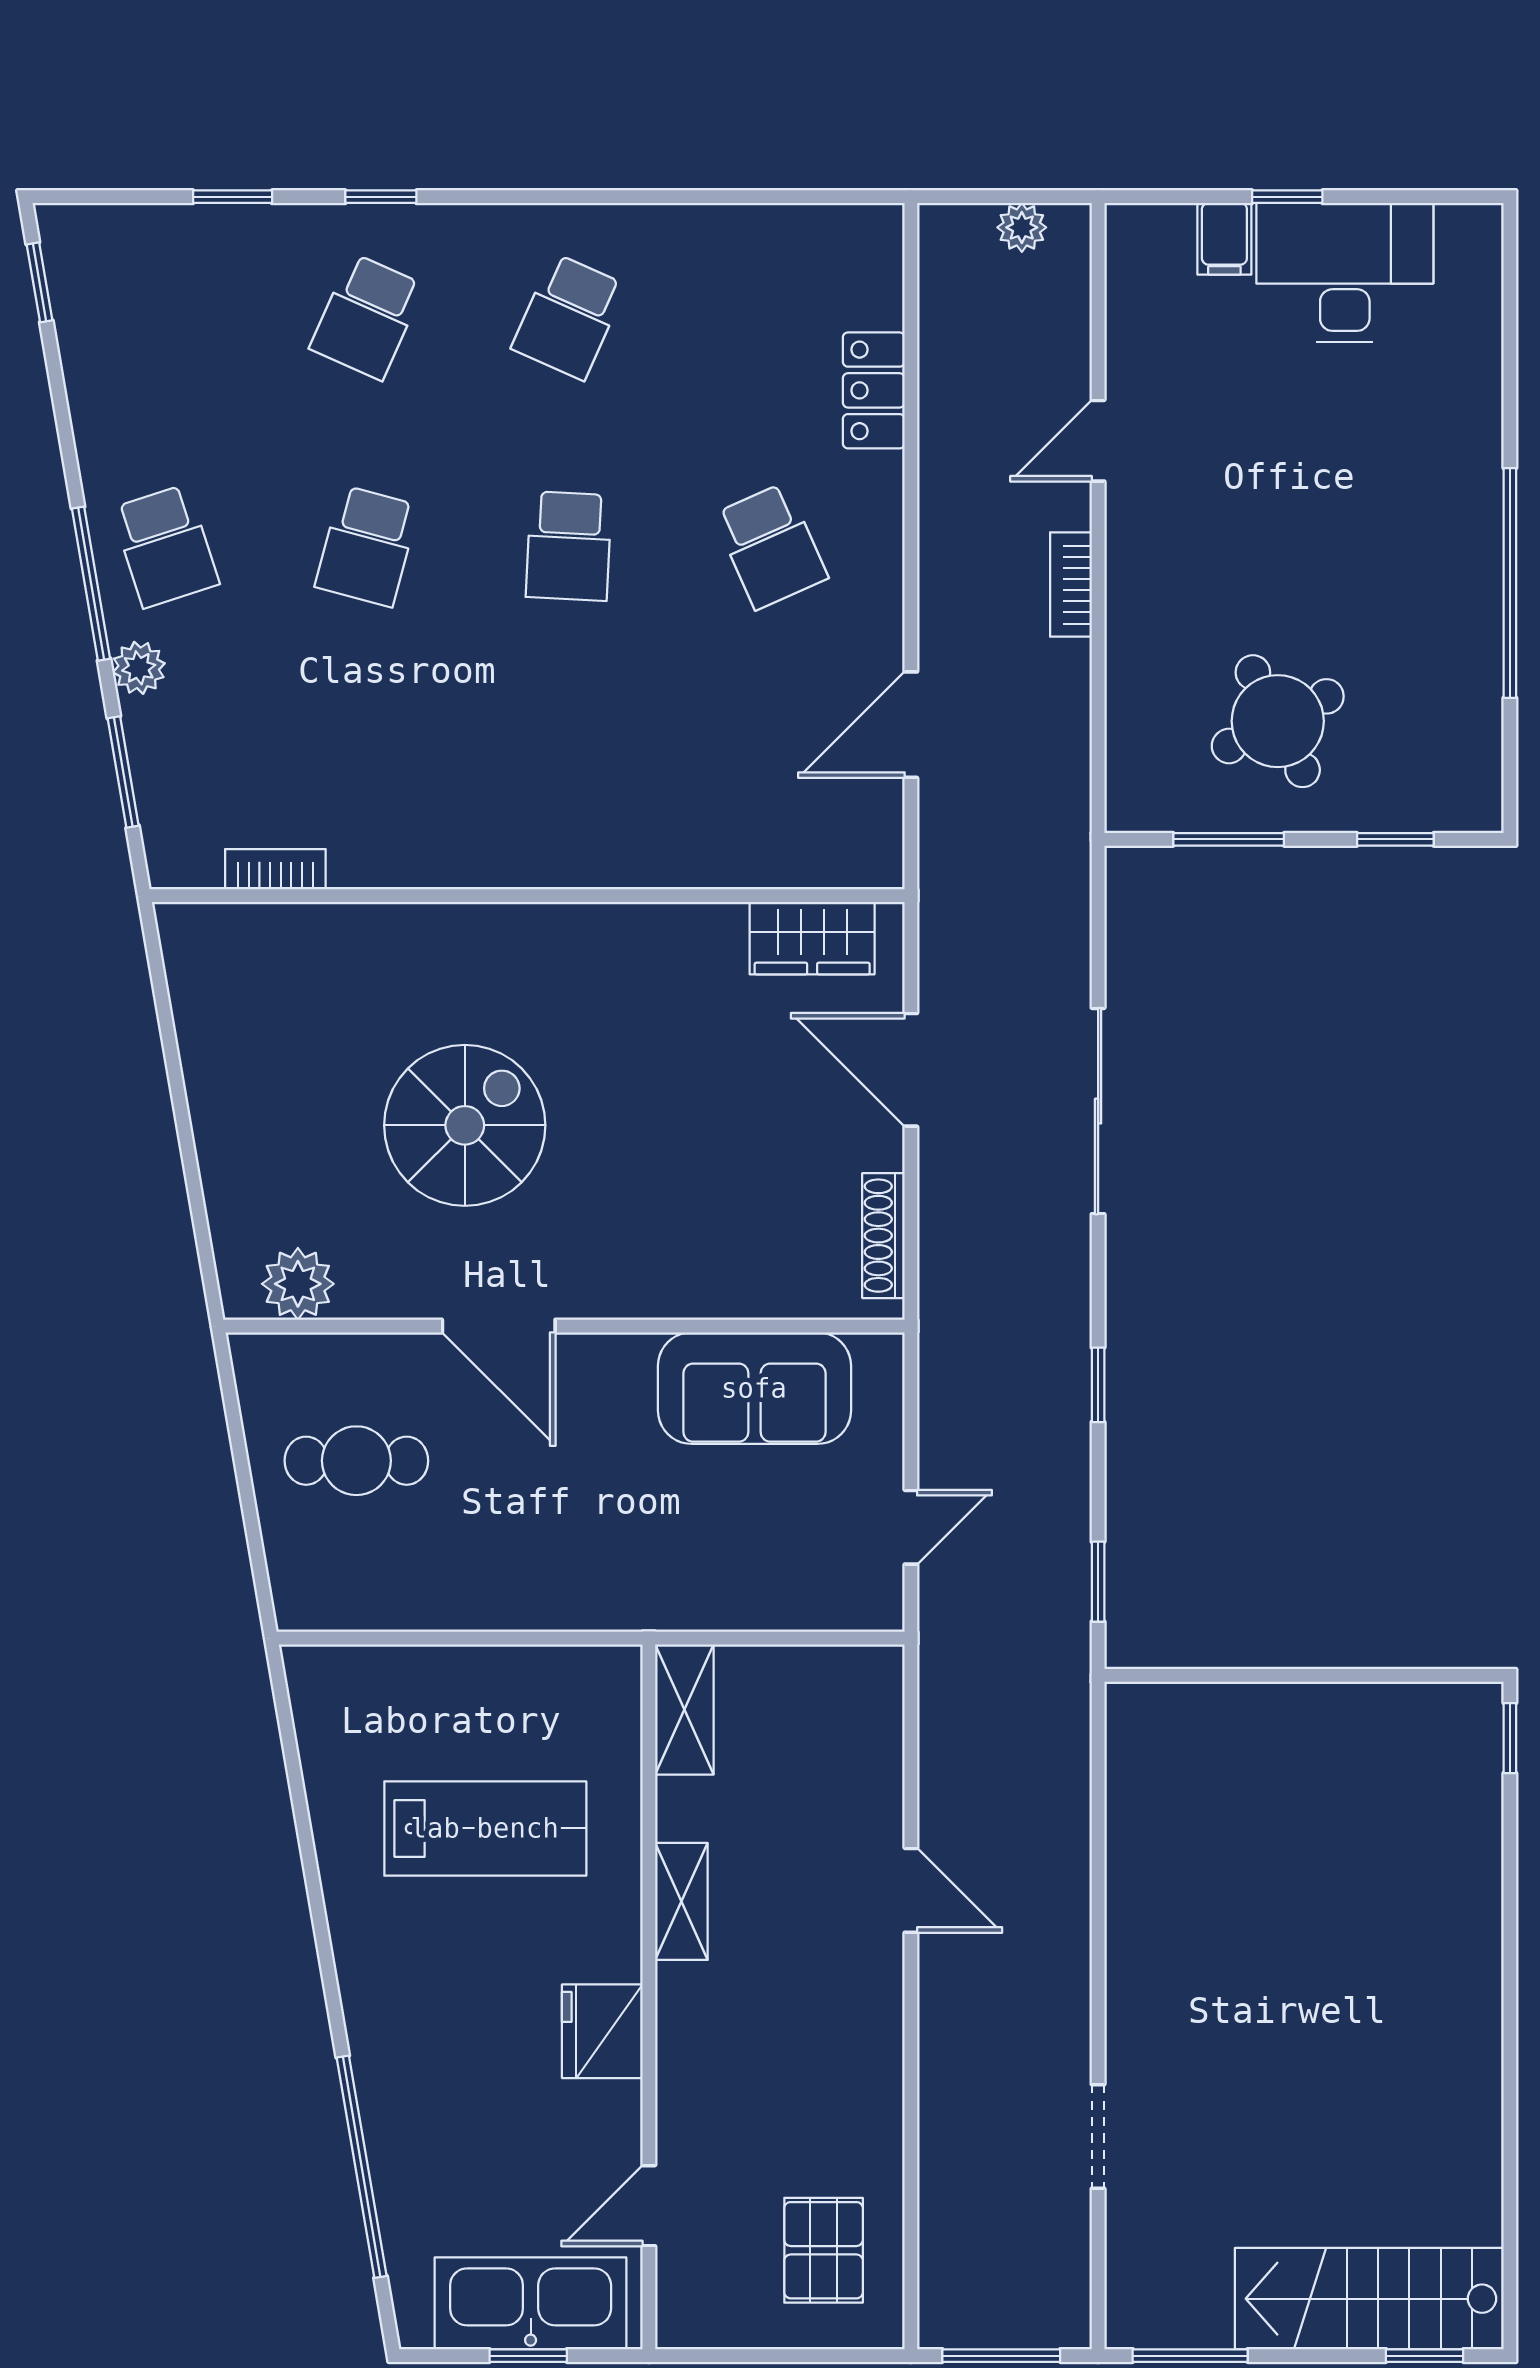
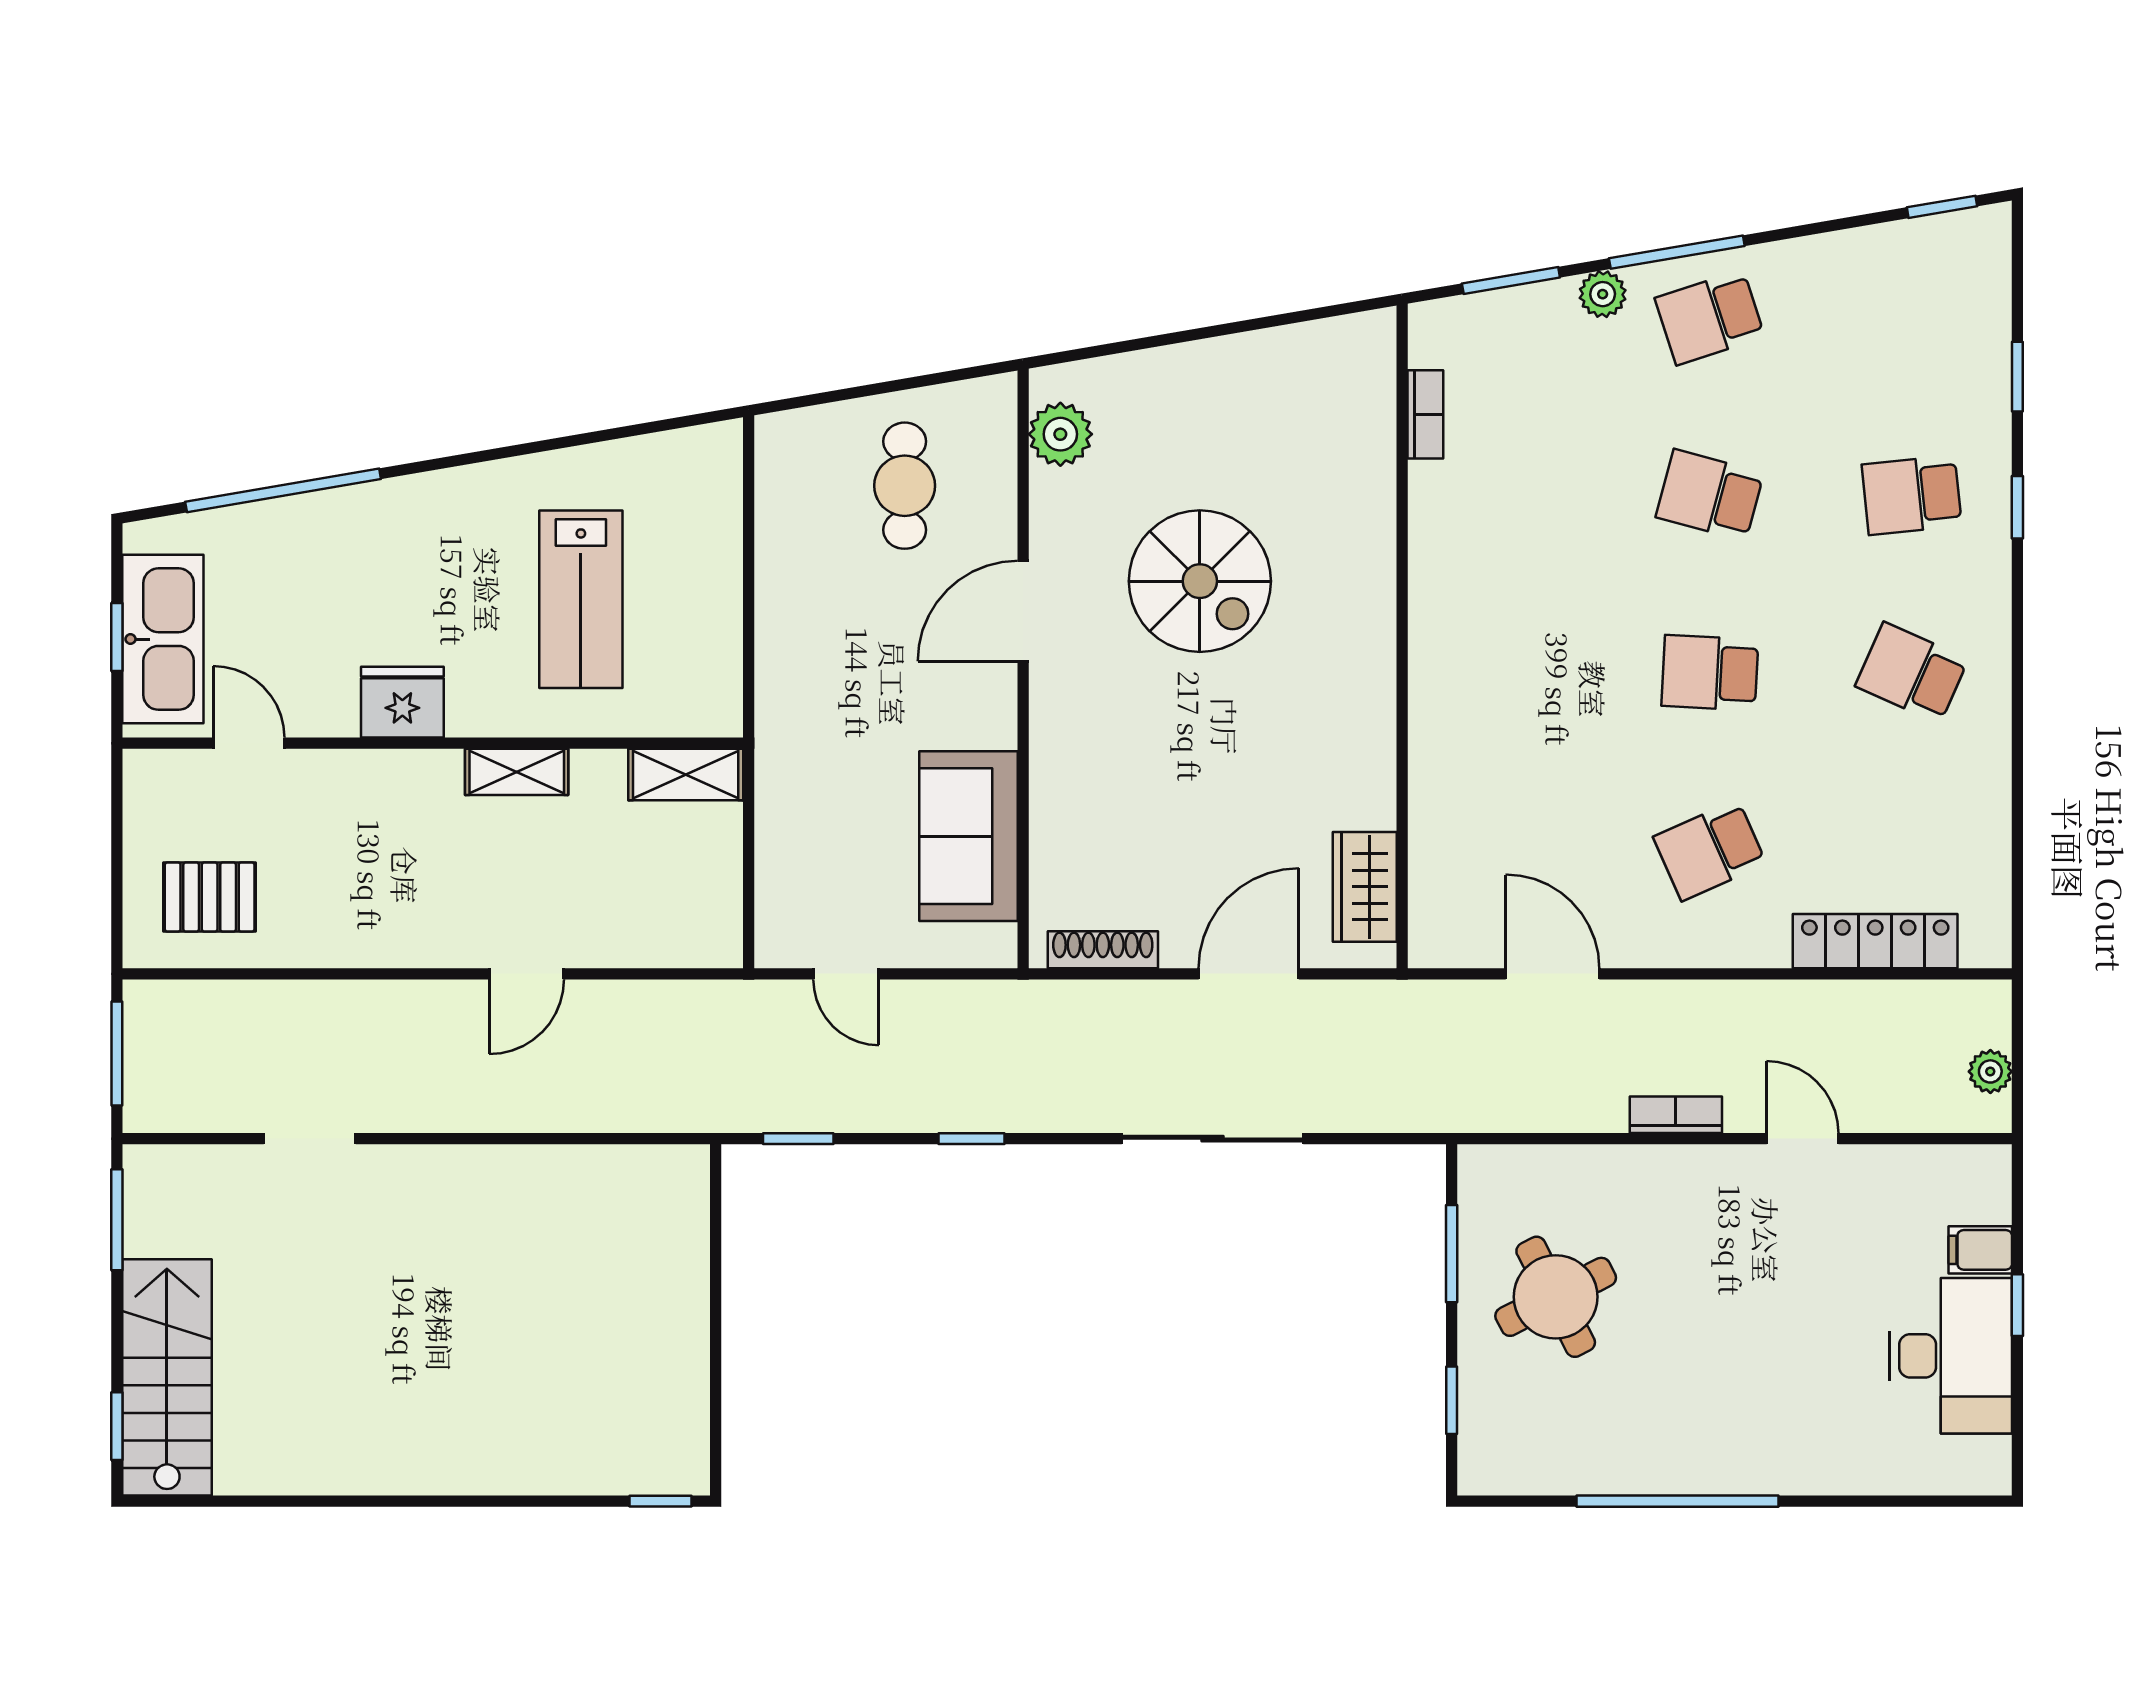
school desk: (367, 317) -> (1912, 495), turned -30
locker: (874, 390) -> (1875, 941), width x1.53

